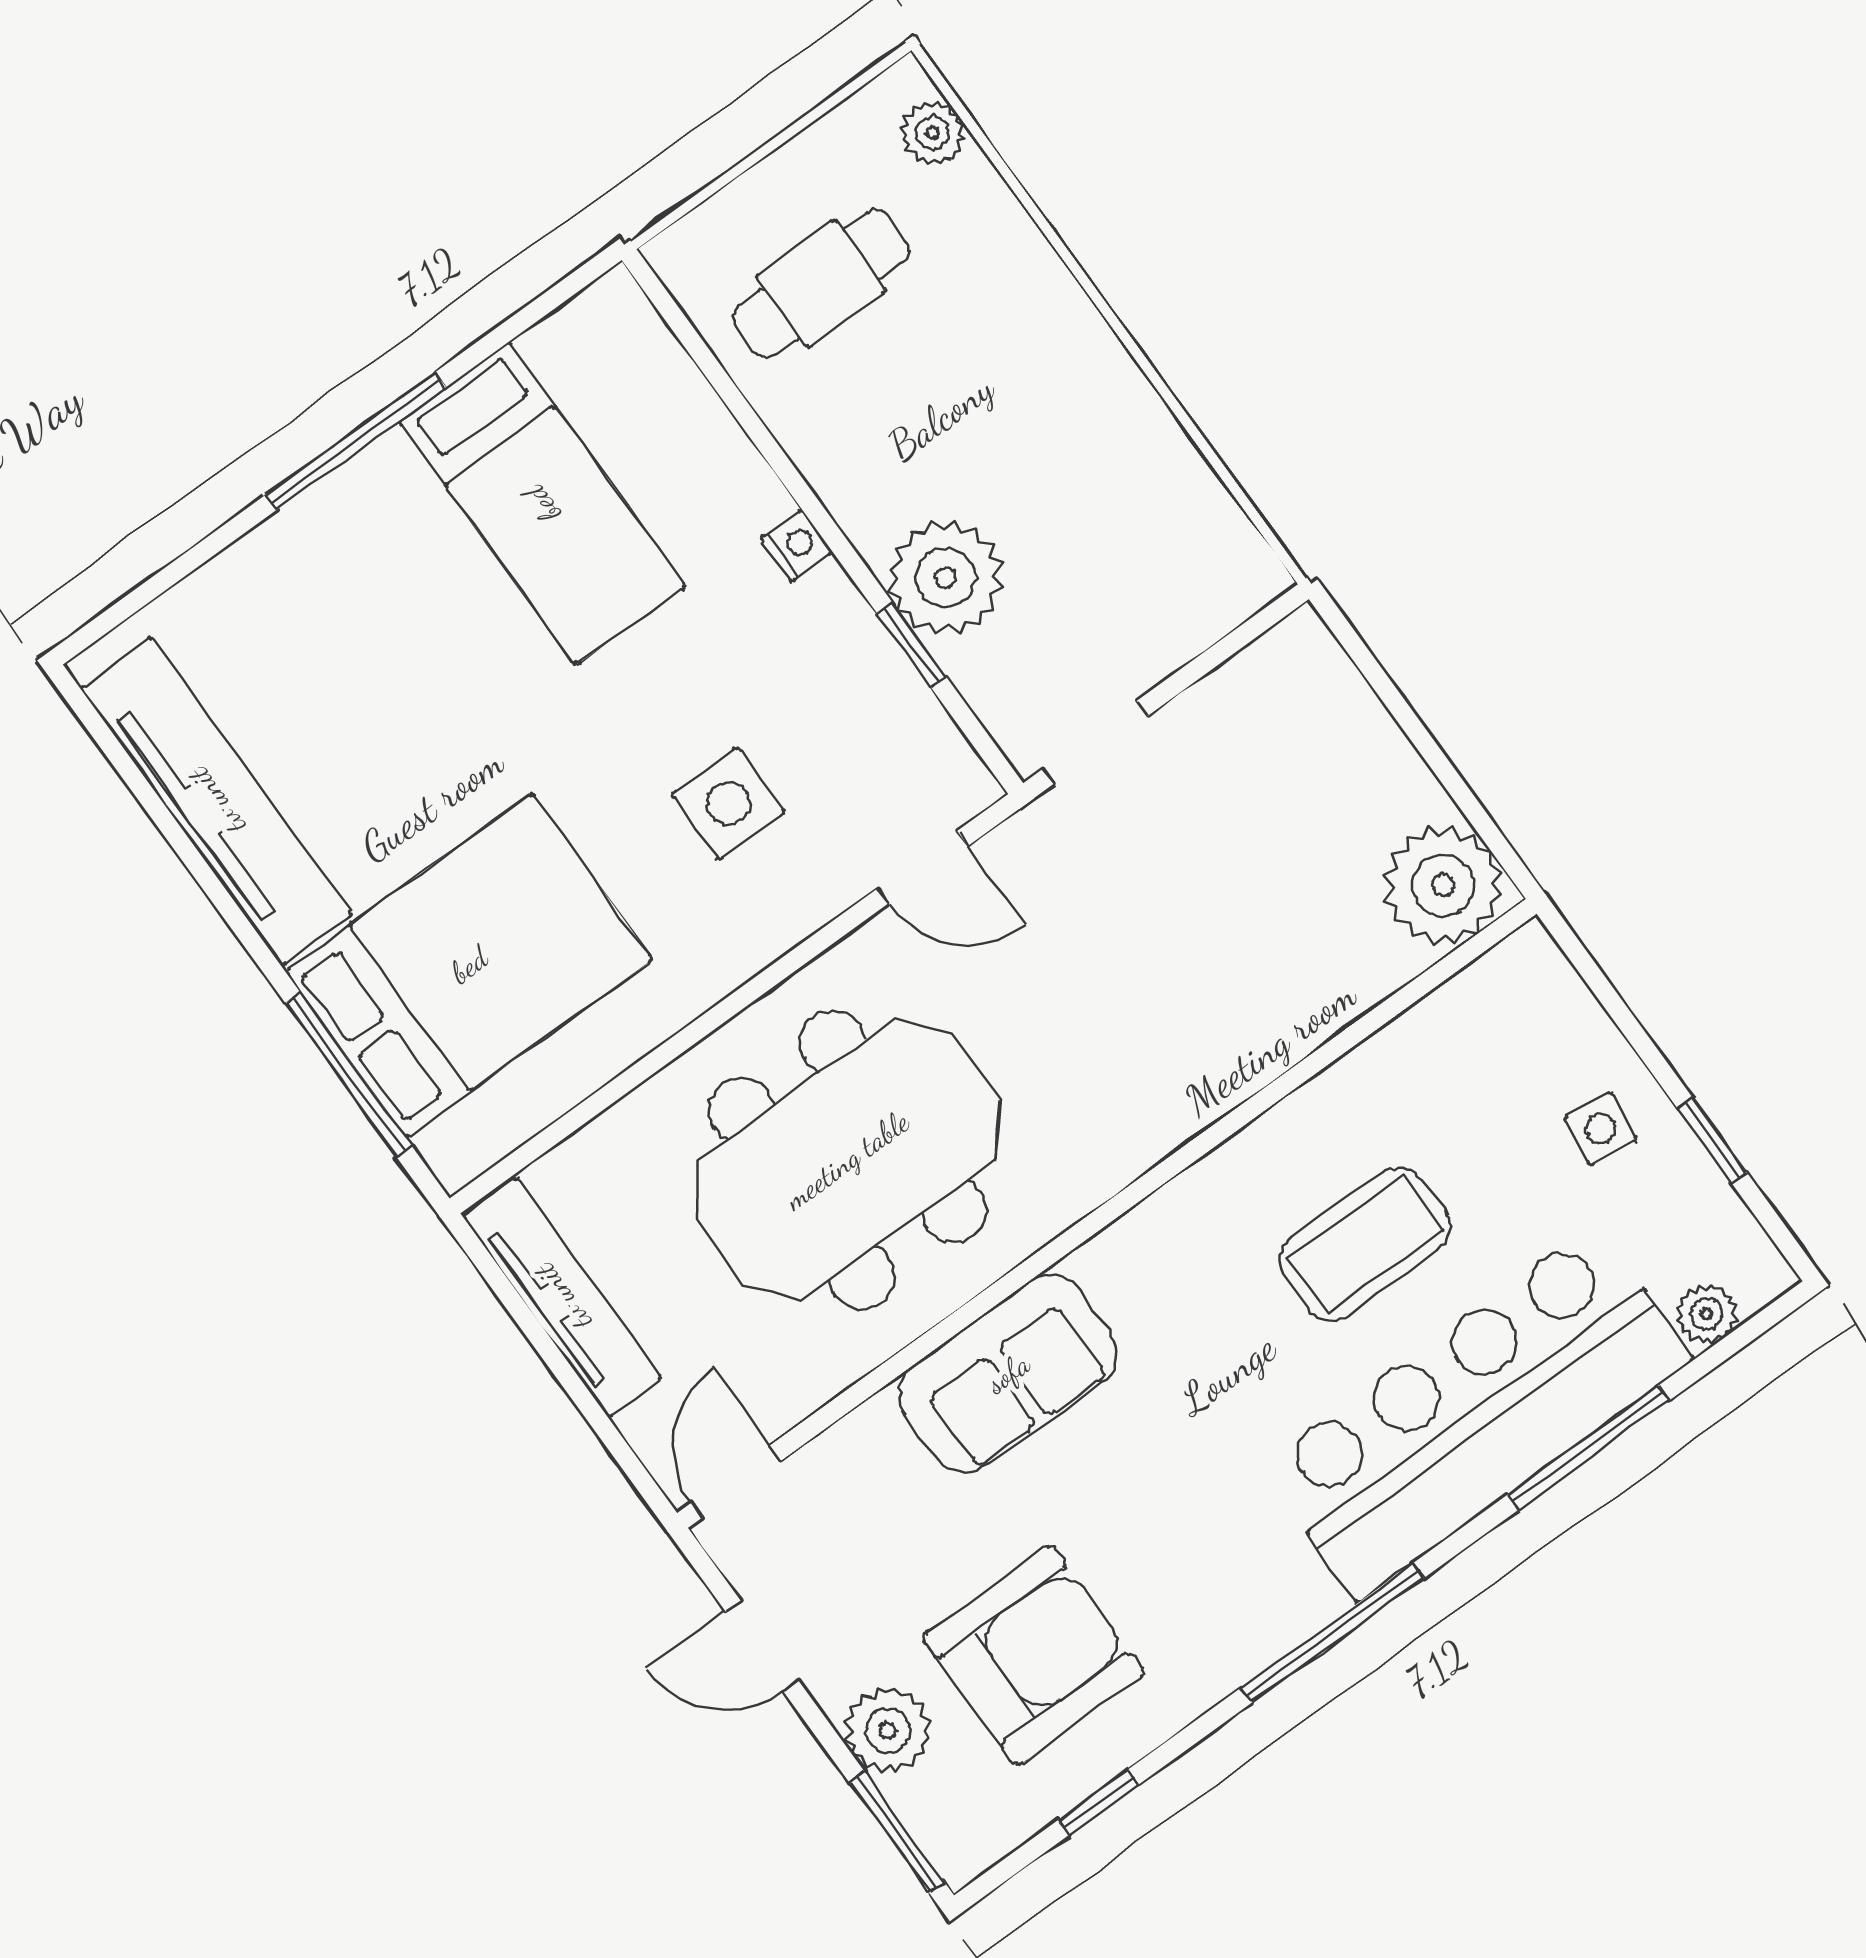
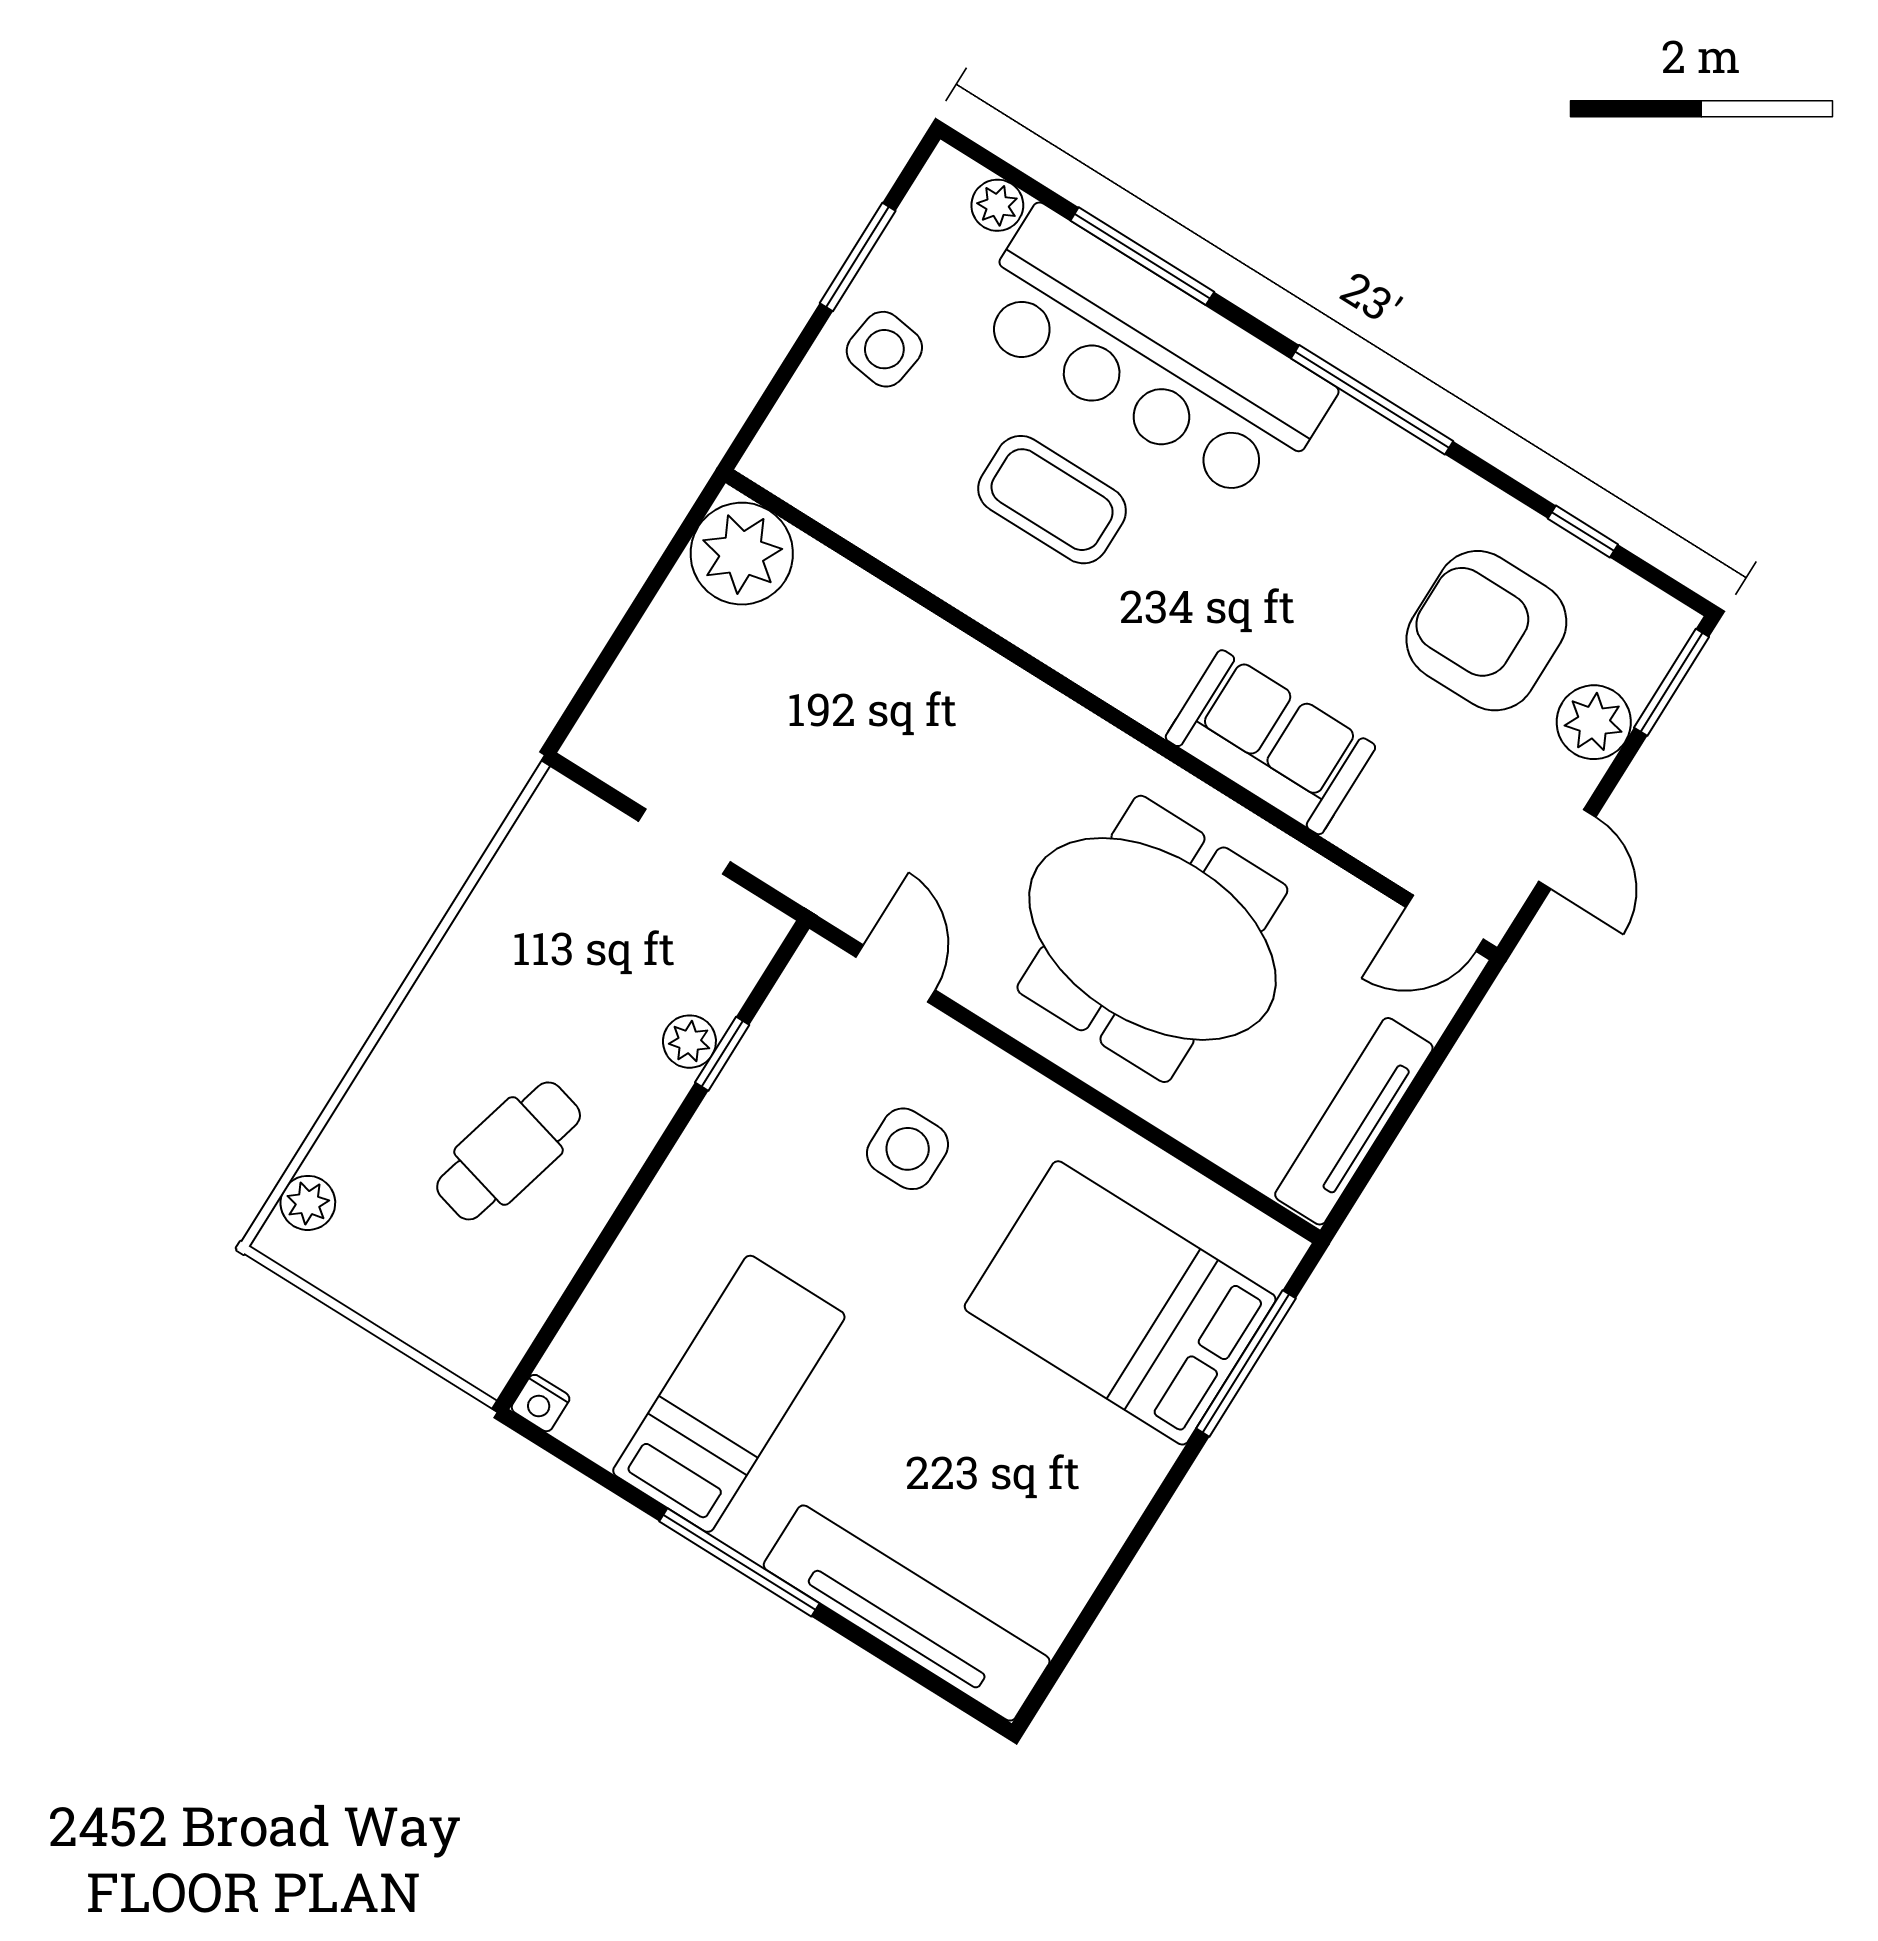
cafe table: (821, 284) -> (509, 1151), moved, turned -75
nightstand: (797, 545) -> (541, 1403), moved, turned -90
plant: (945, 578) -> (689, 1042), width x0.53, depth x0.53
doorway: (1095, 742) -> (684, 842), moved
tv unit: (216, 801) -> (907, 1613), moved, turned 90
side table: (1601, 1129) -> (884, 349), width x1.37, depth x1.37
window: (1712, 1140) -> (858, 257), width x1.50

